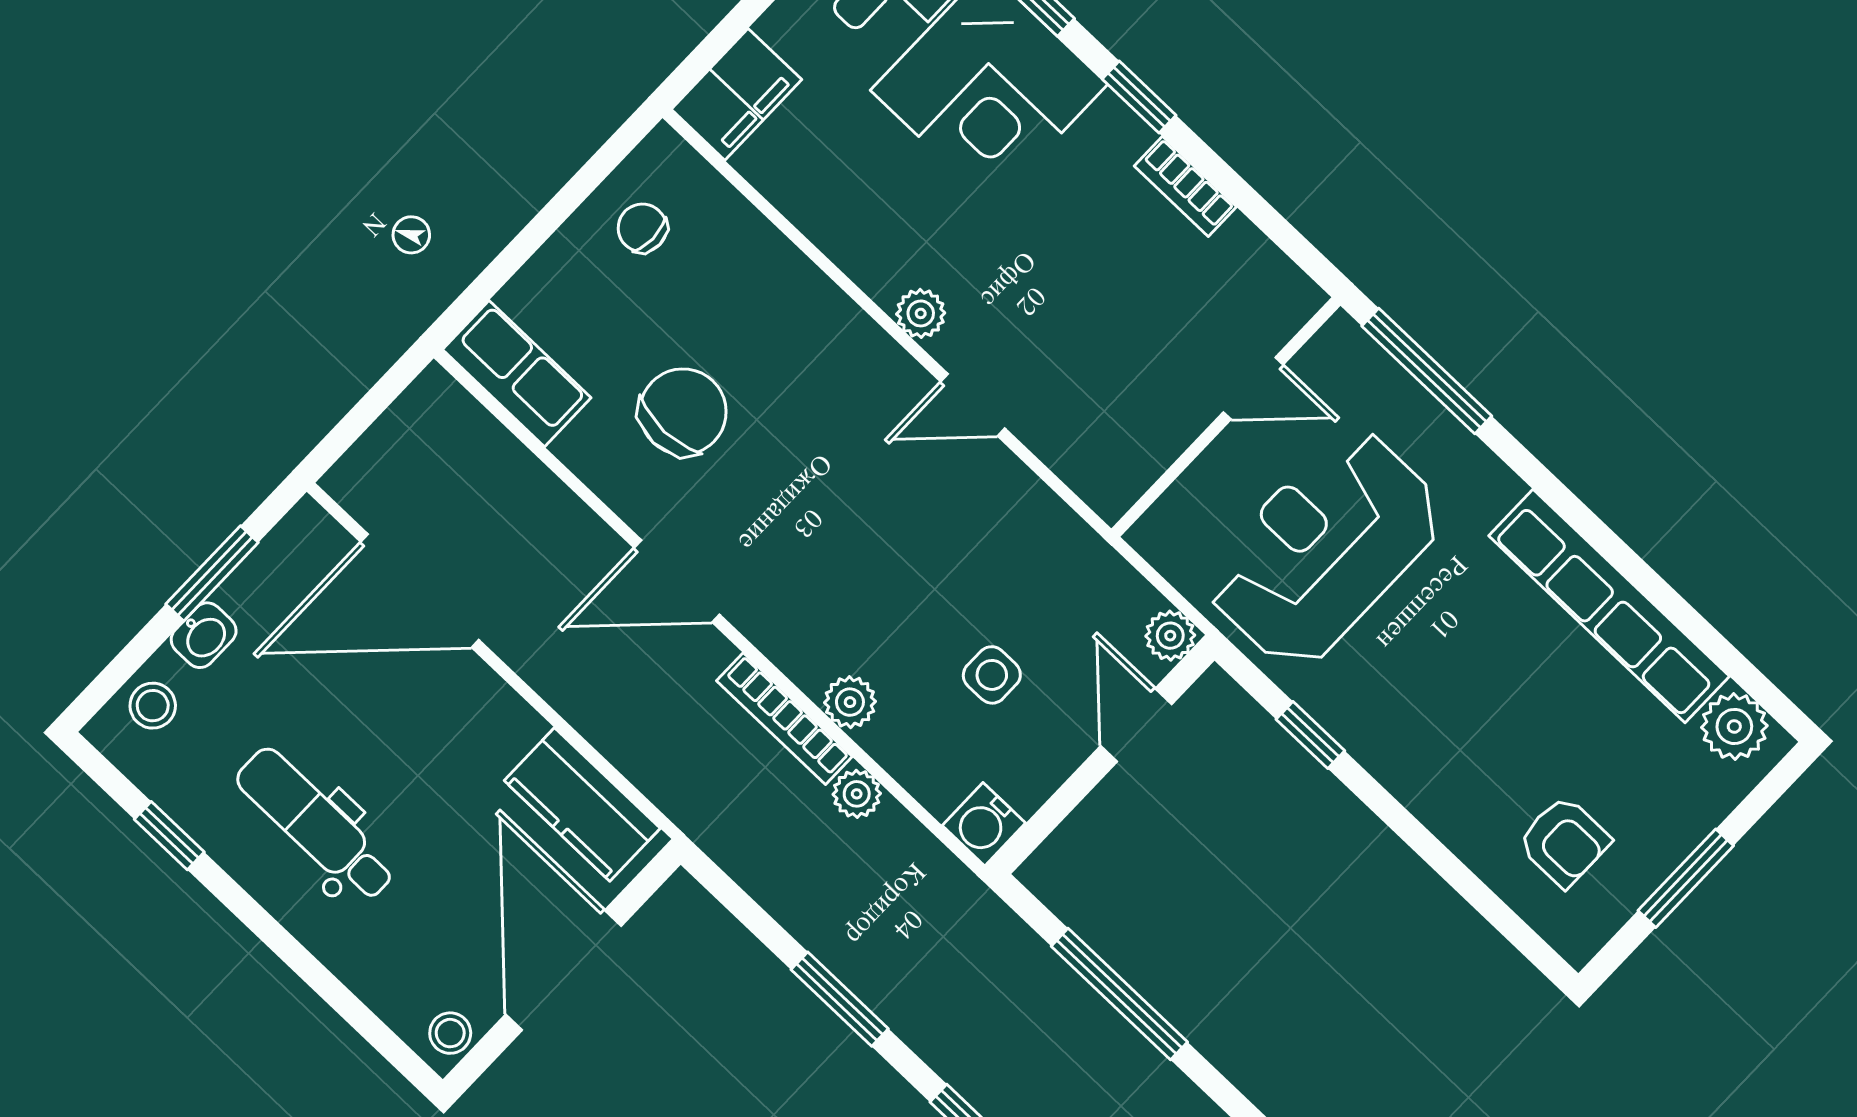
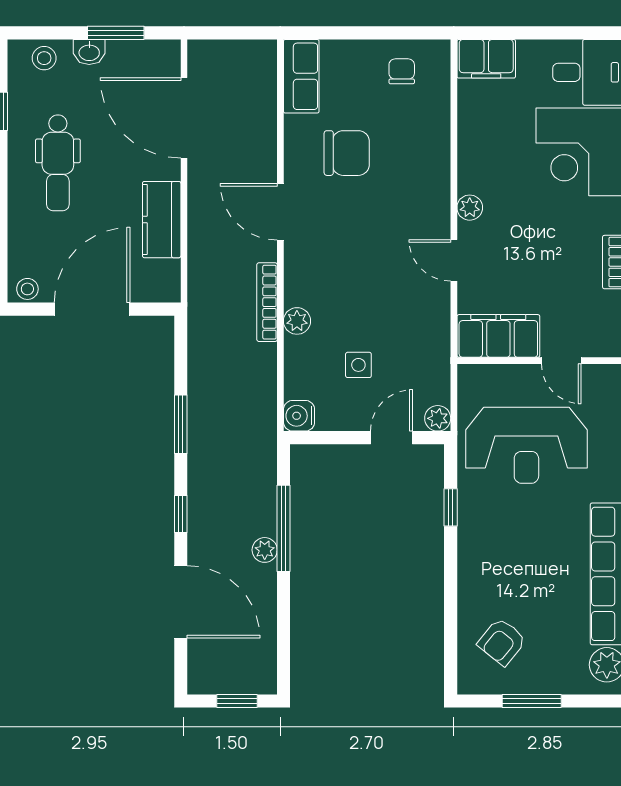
filing cabinet: (1136, 443) -> (498, 336), added
reception desk: (1324, 548) -> (526, 445), turned 180
plant: (857, 794) -> (265, 550), moved
kitchen counter: (582, 804) -> (162, 220), moved
dental chair: (316, 825) -> (58, 163), turned 180
armchair: (1564, 841) -> (502, 642), turned 39

